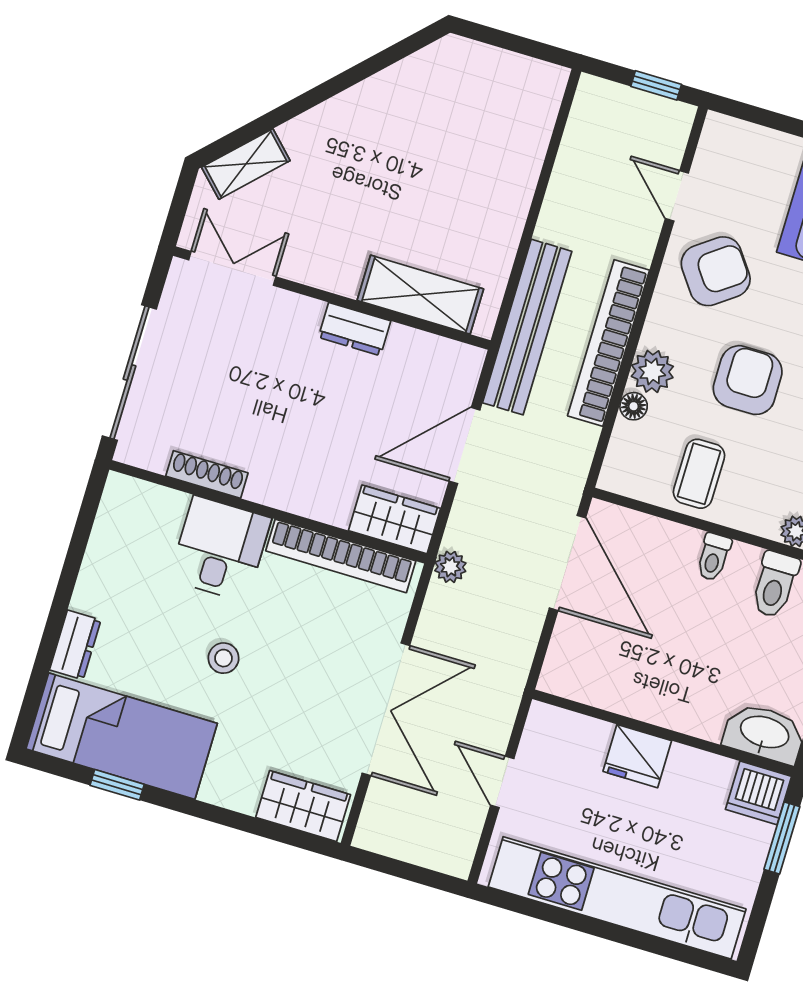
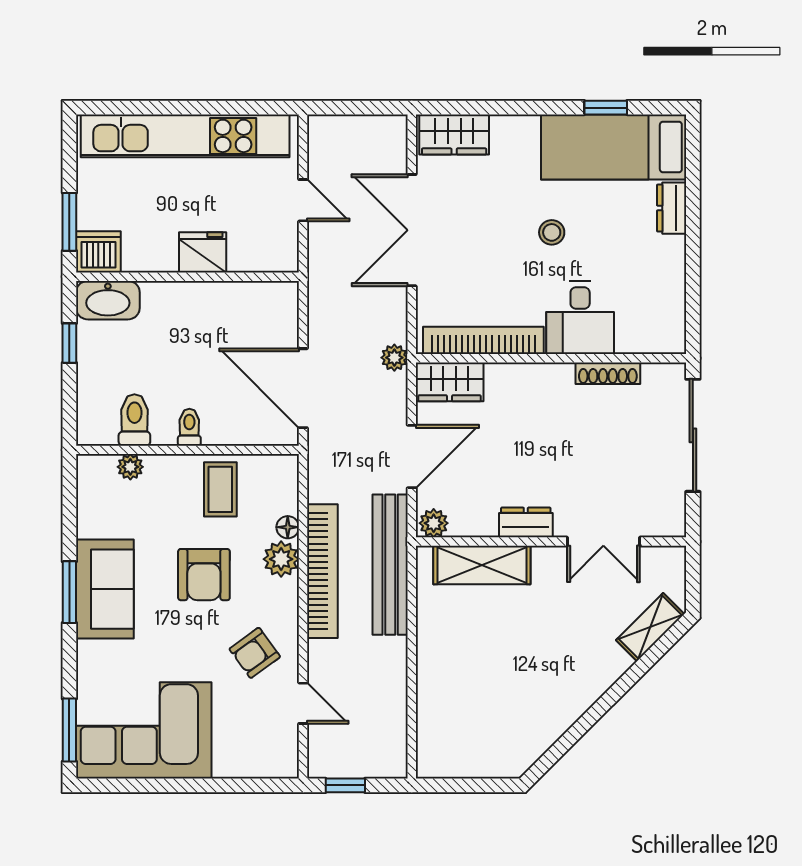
double door: (232, 268) -> (603, 542), moved
armchair: (716, 271) -> (255, 653), width x0.72, depth x0.72
plant: (462, 360) -> (434, 523), added

